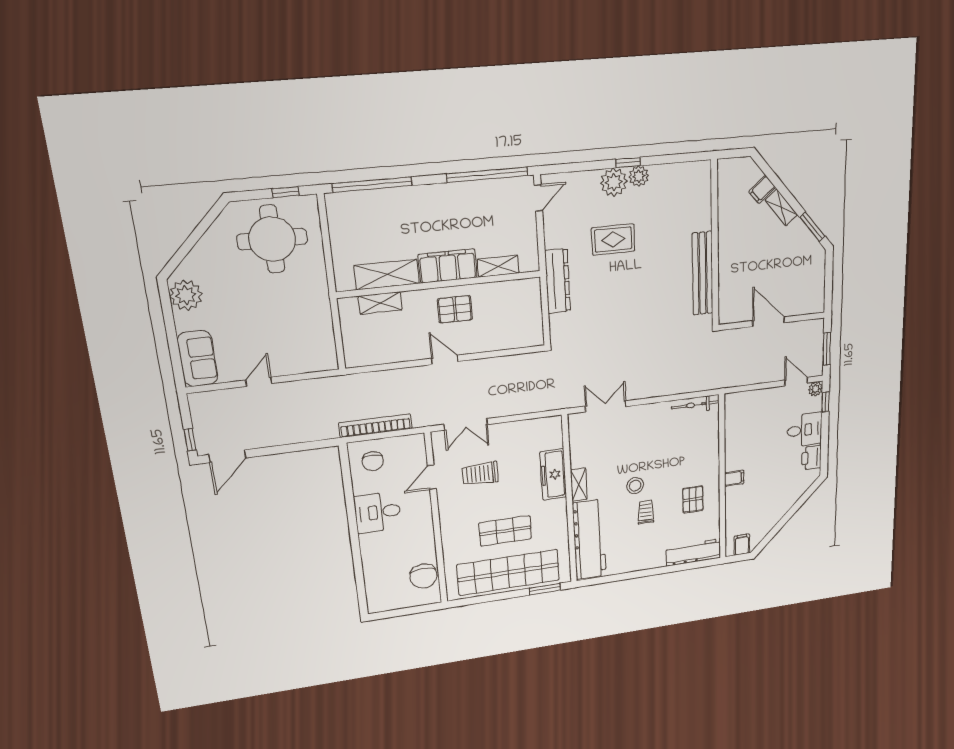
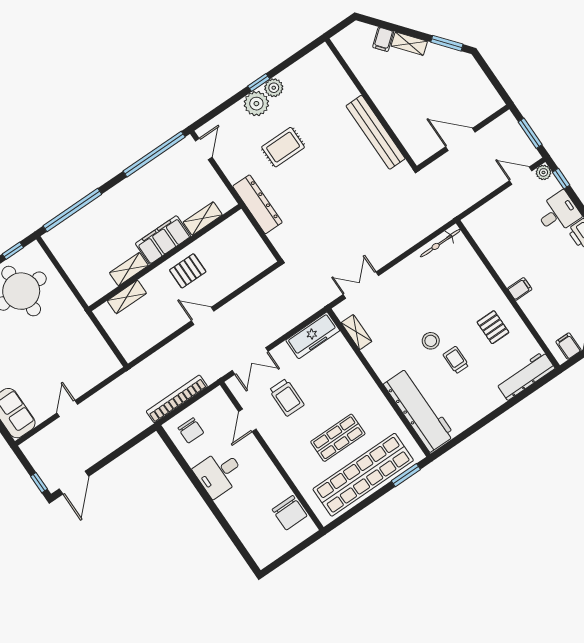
shelving: (387, 275) -> (129, 269), width x0.67, depth x0.75
trolley: (480, 474) -> (287, 397), turned -90
freezer: (553, 474) -> (313, 335), moved, turned -90
shelving: (579, 485) -> (356, 332), moved

